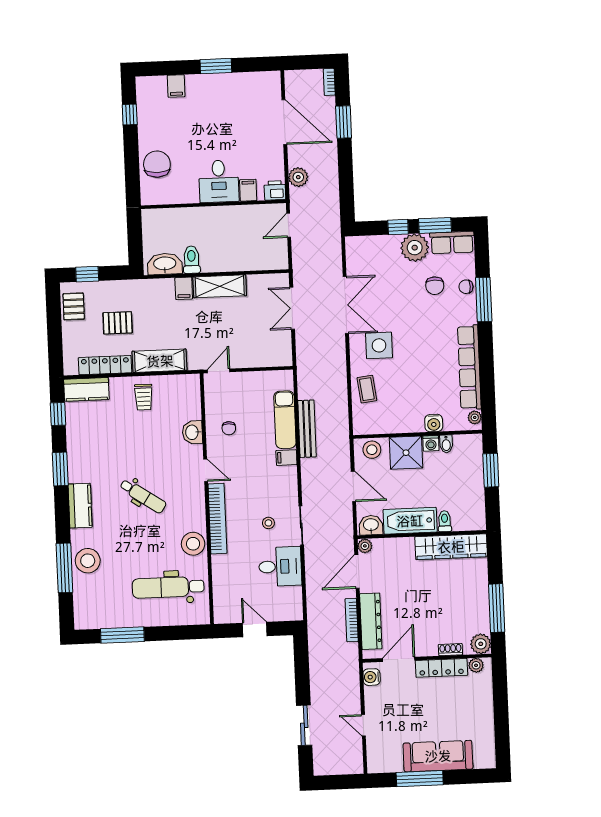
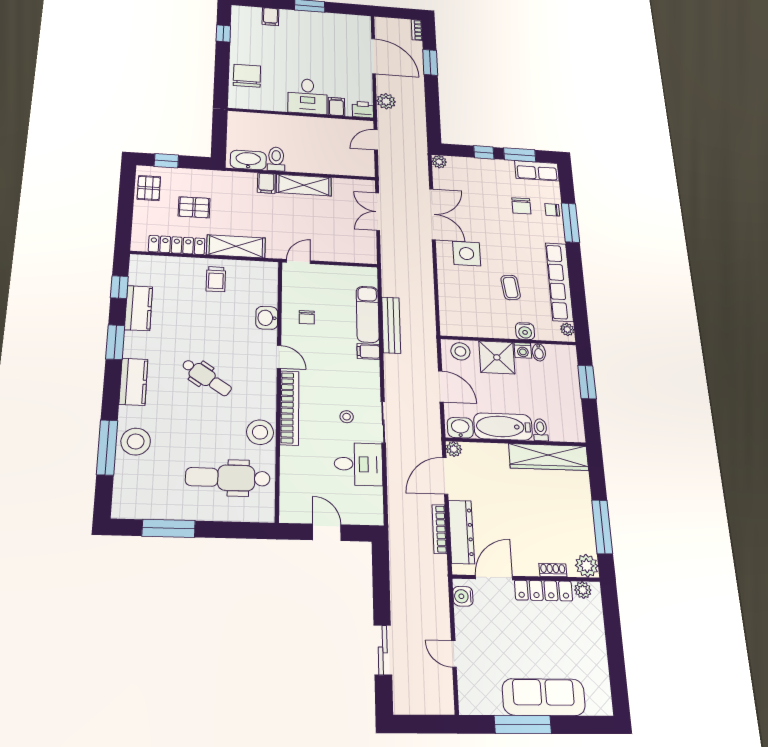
plant: (415, 248) -> (439, 162), moved, width x0.53, depth x0.53
kitchen counter: (86, 389) -> (139, 308), moved, turned -90
coffee table: (367, 389) -> (511, 287), moved

